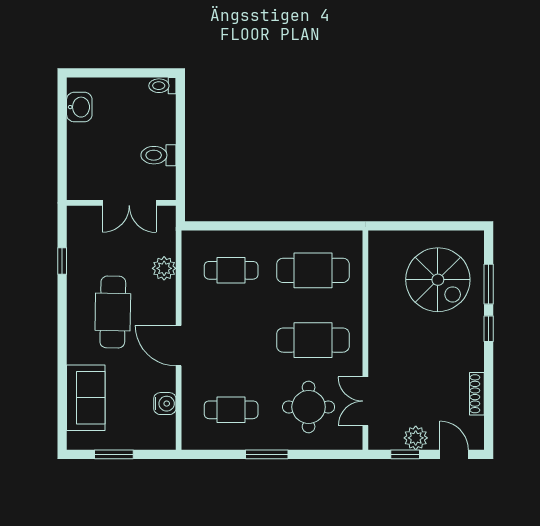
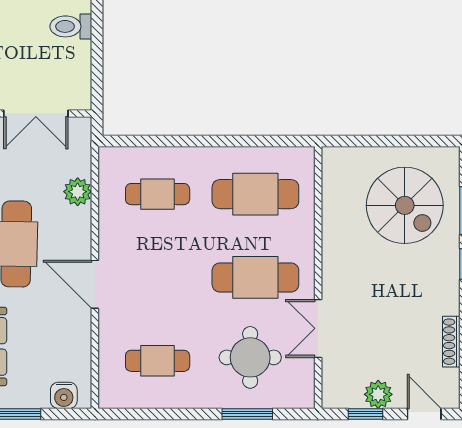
toilet: (159, 155) -> (71, 26), moved
double door: (365, 401) -> (318, 328), moved
water cooler: (165, 404) -> (64, 395), moved, turned 90
window: (267, 454) -> (247, 414), moved

